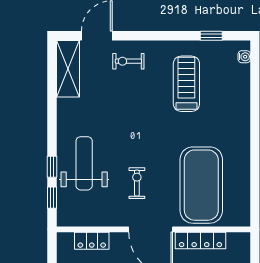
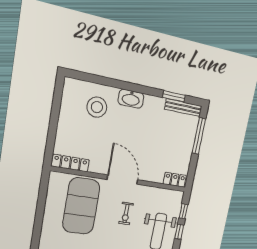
locker: (200, 240) -> (70, 163), moved
locker: (92, 241) -> (175, 180), moved

